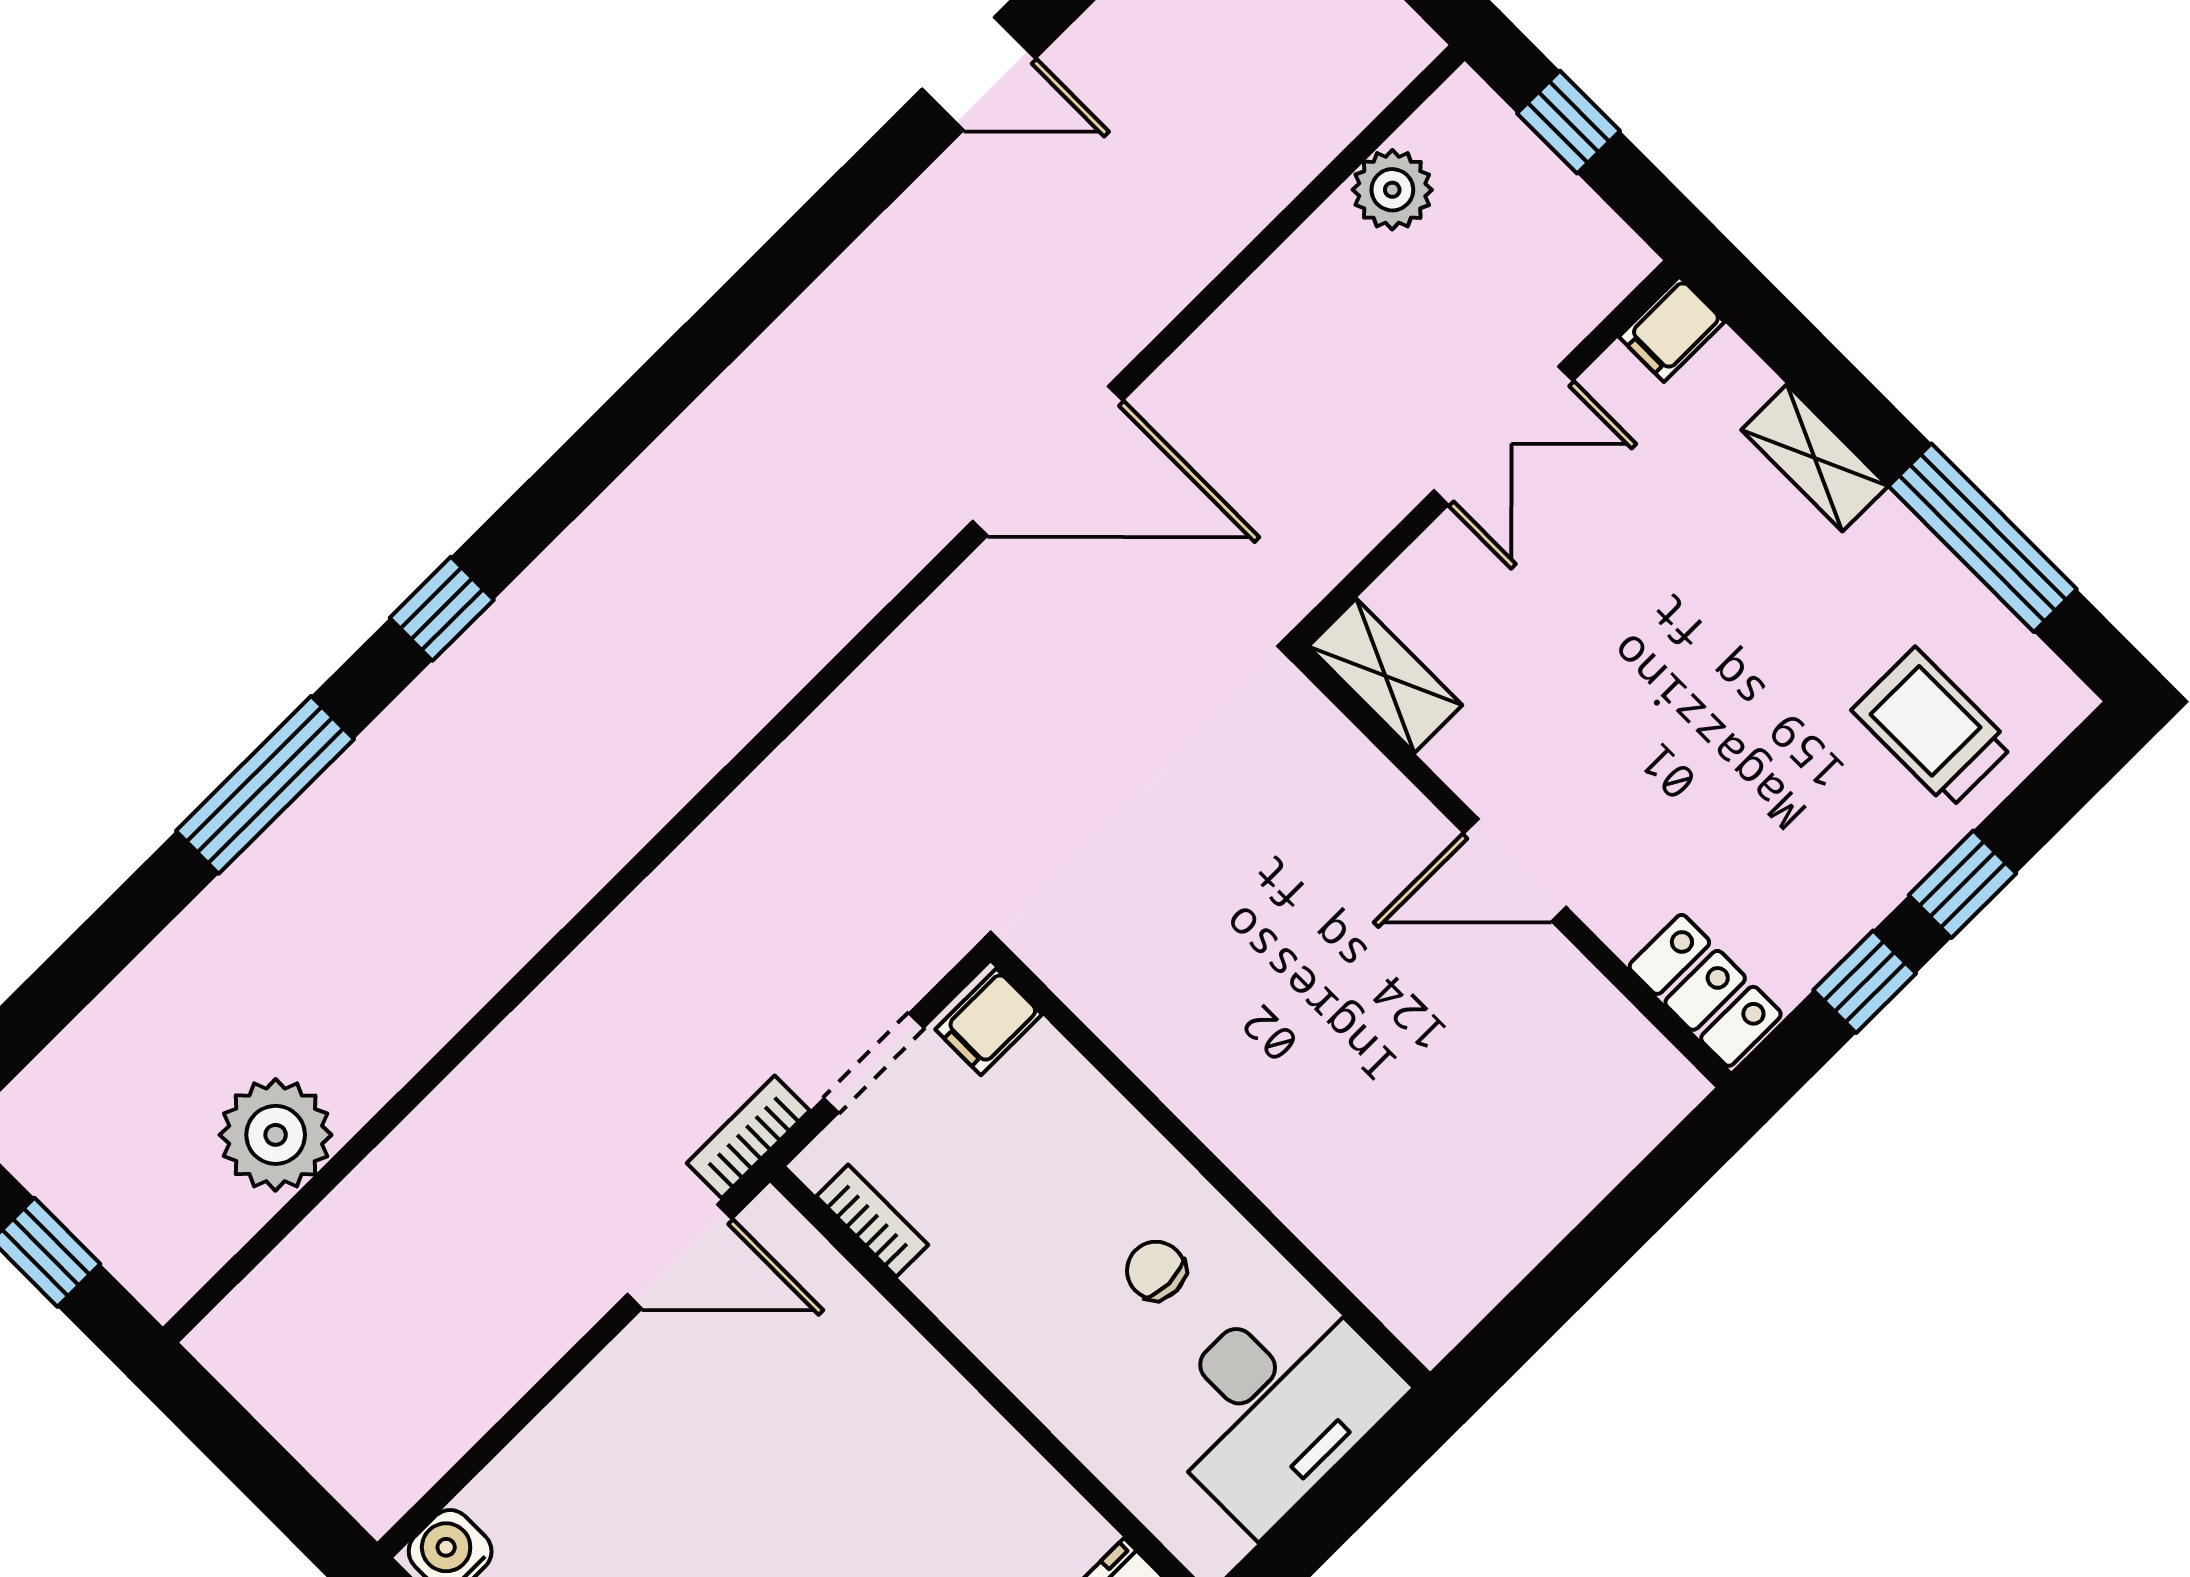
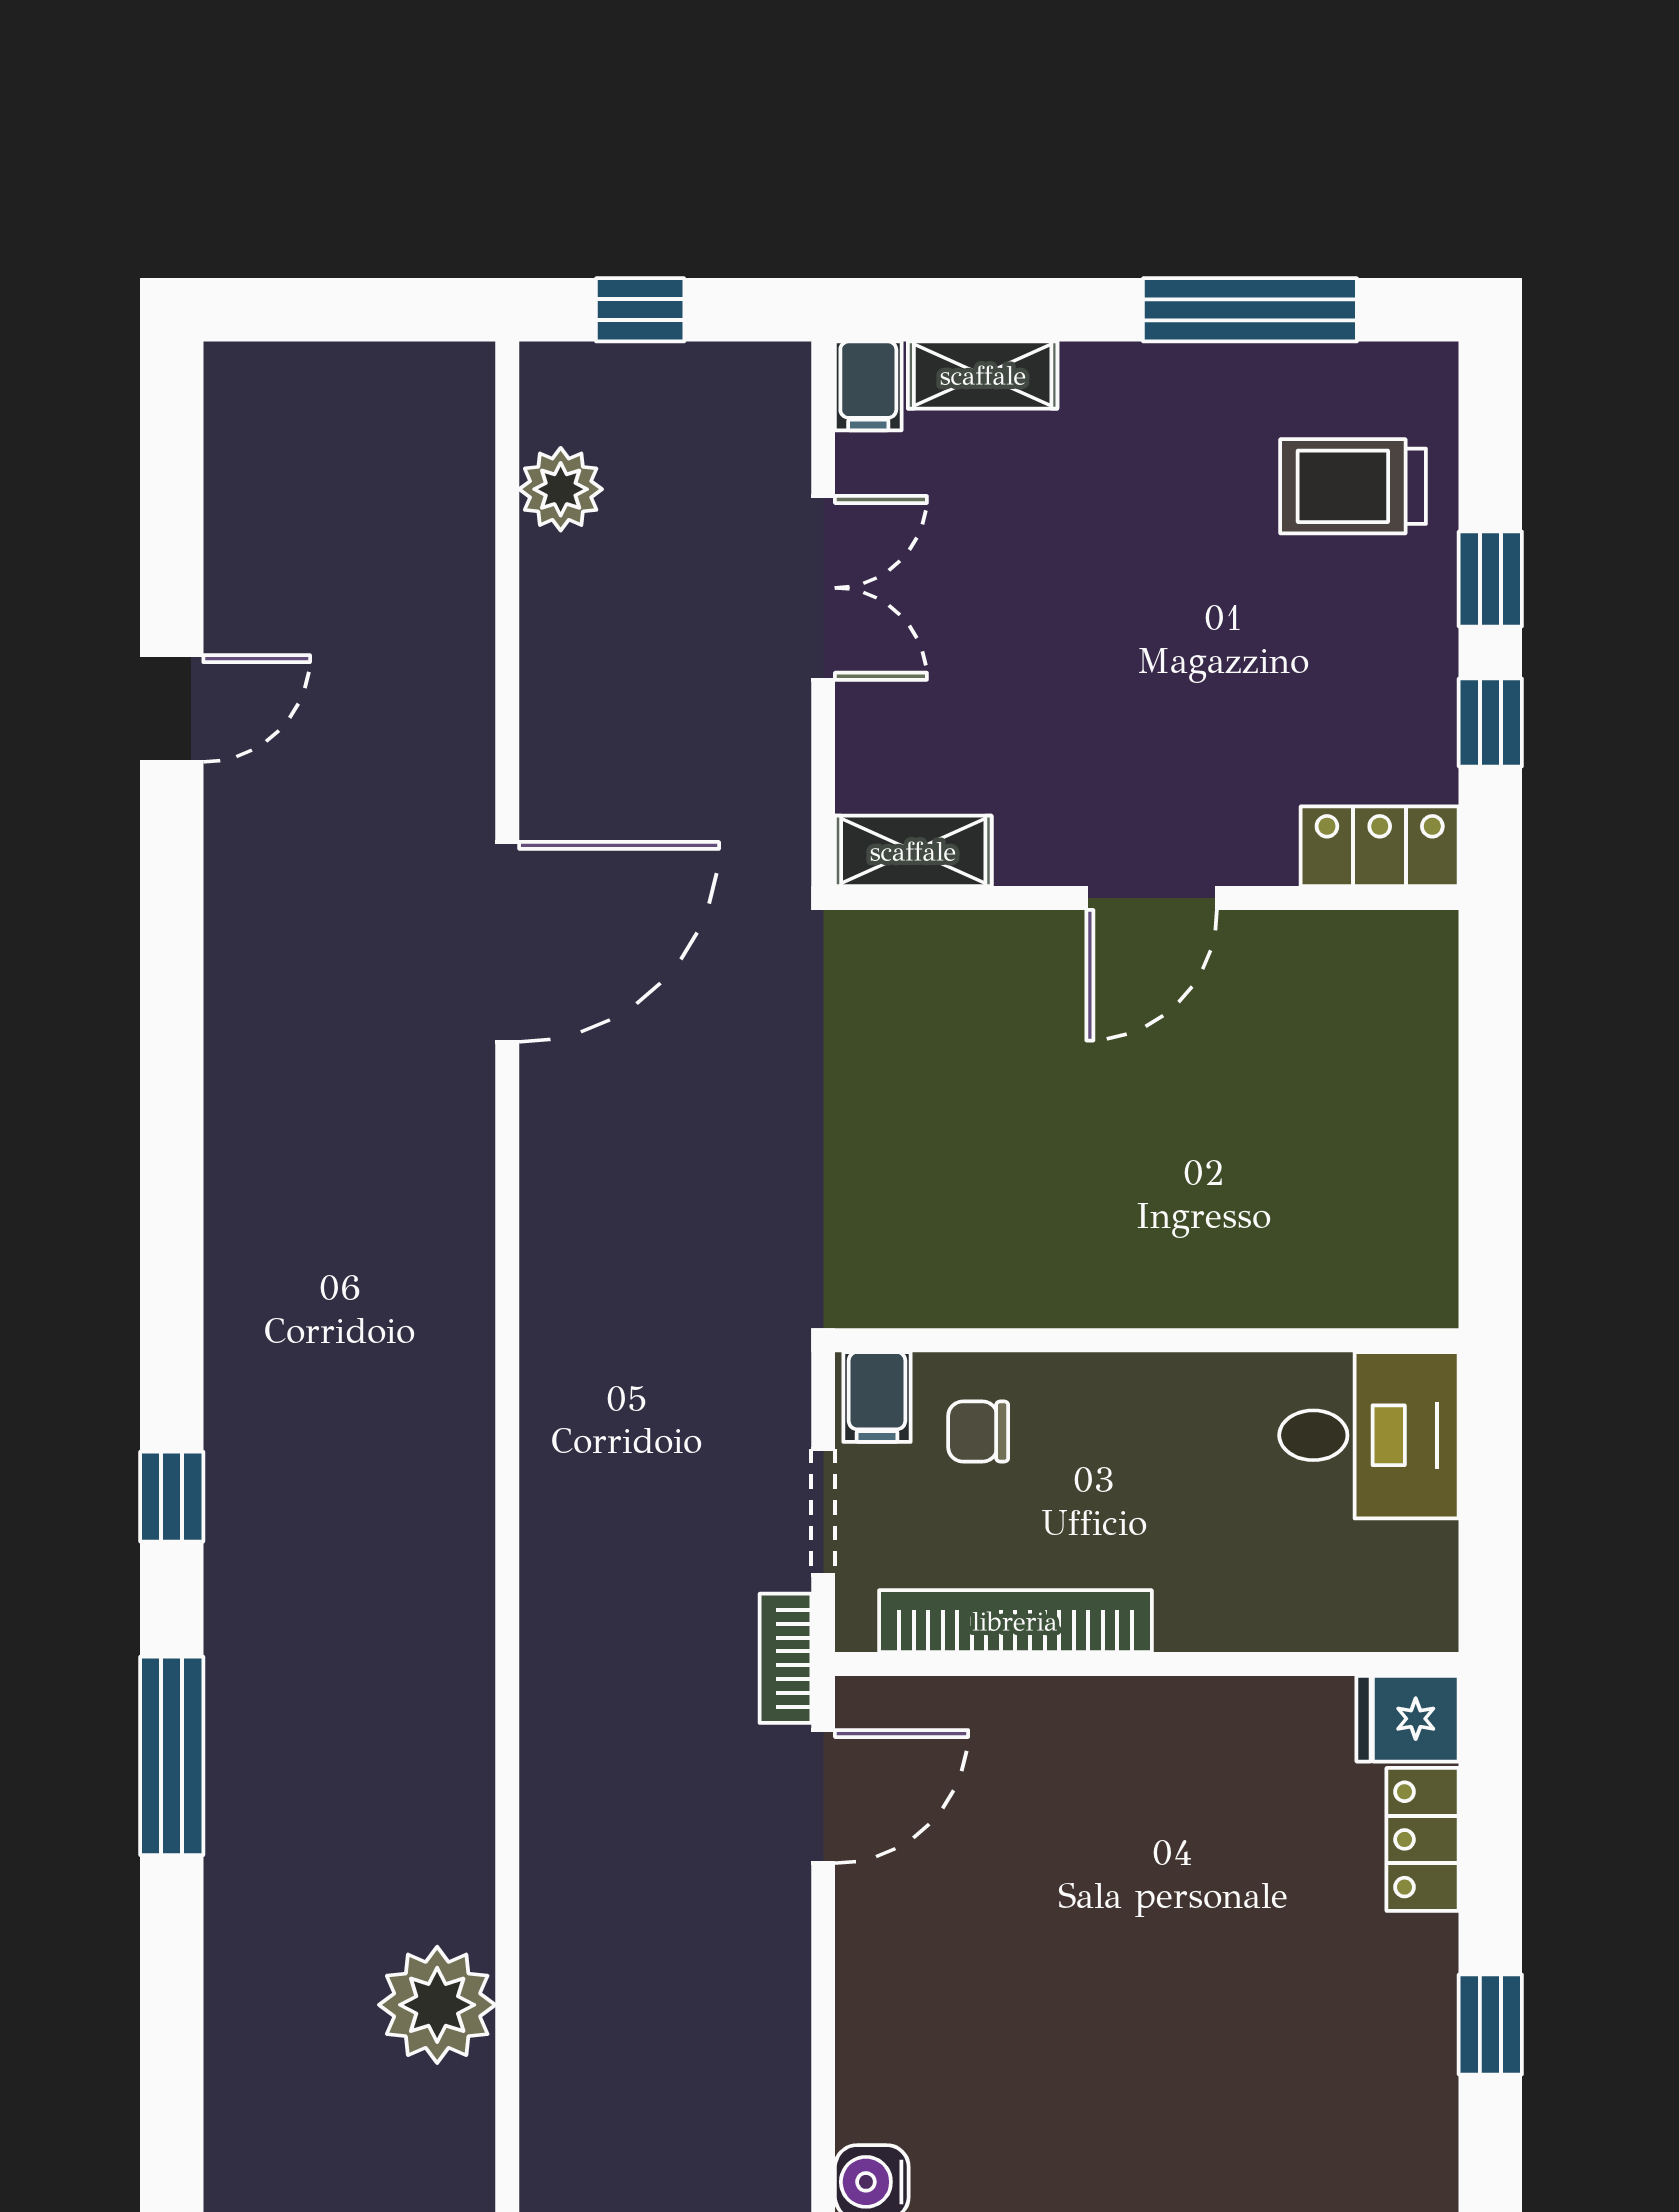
shelving: (1815, 458) -> (983, 375), moved
bookcase: (872, 1221) -> (1015, 1621), width x2.31, depth x1.31
chair: (1156, 1270) -> (978, 1432), moved
desk: (1275, 1404) -> (1369, 1435), width x0.73

